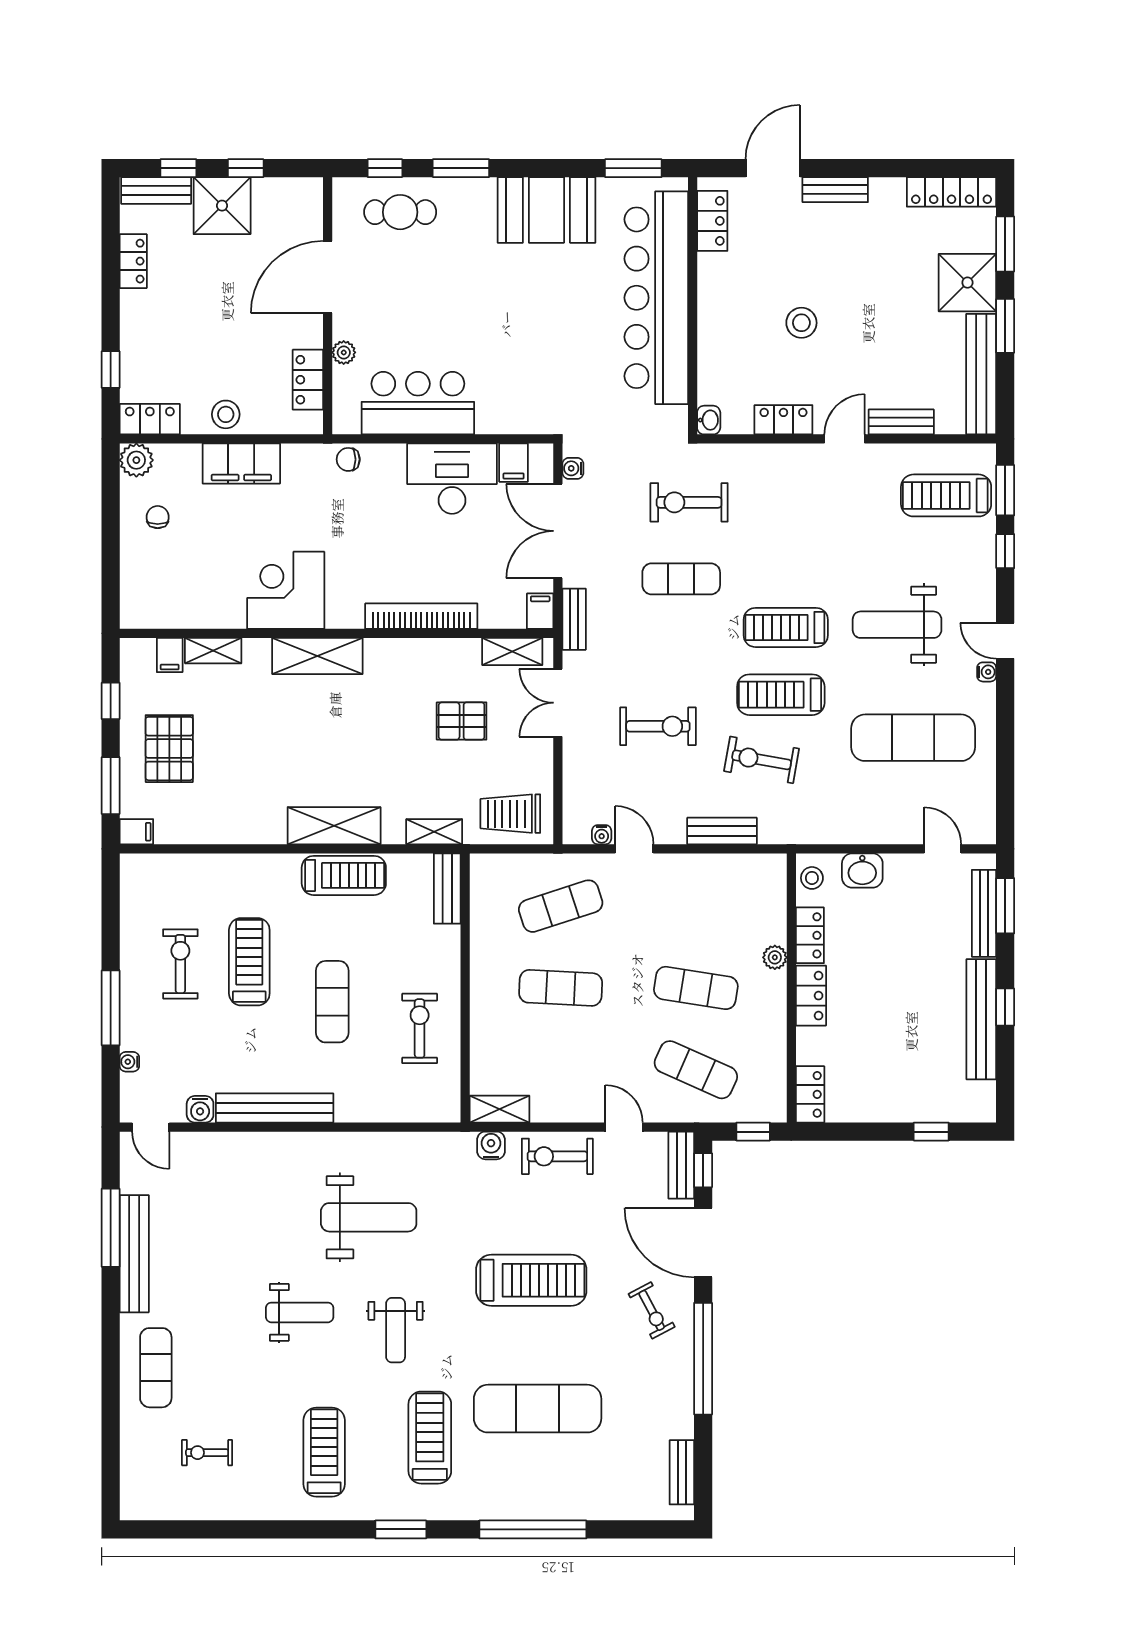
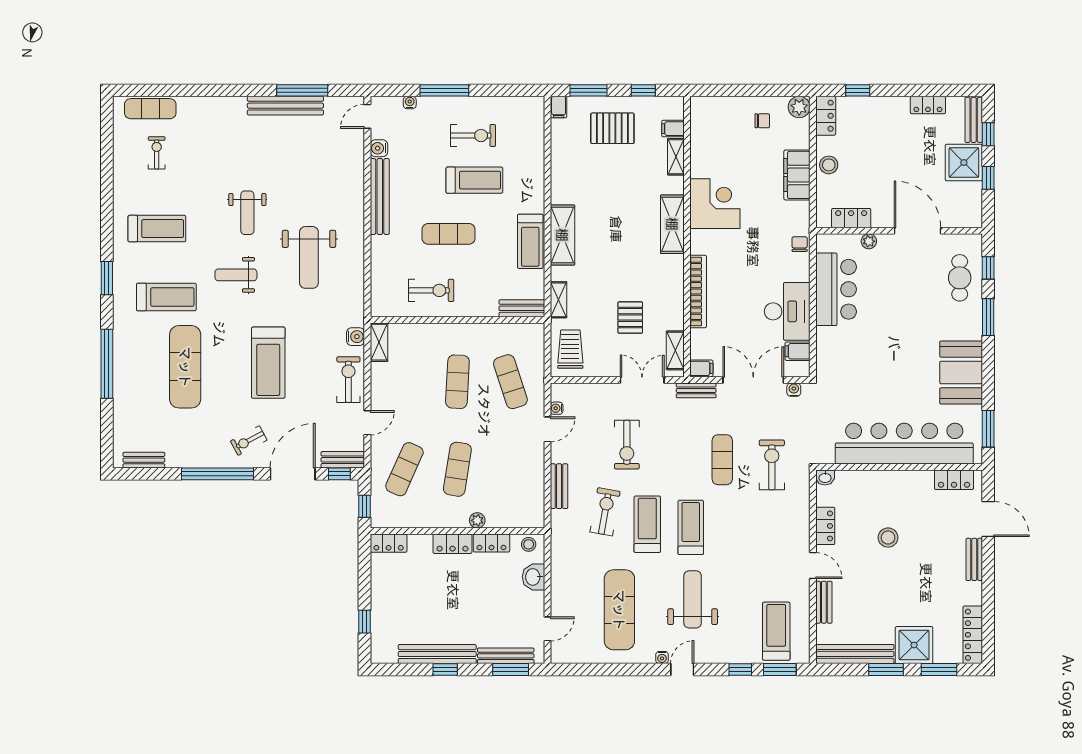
exercise mat: (156, 1368) -> (150, 109), moved

